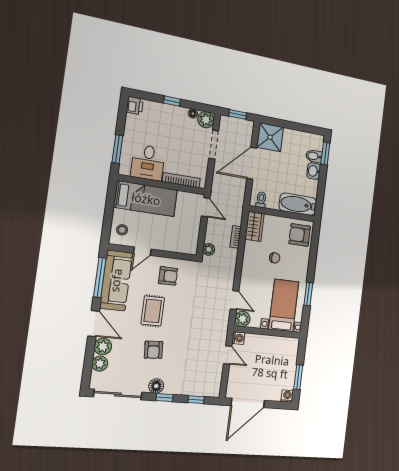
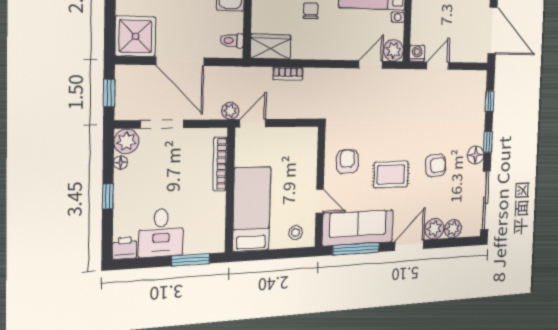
desk: (148, 163) -> (161, 233), moved, turned 90
plant: (209, 249) -> (230, 111), moved

